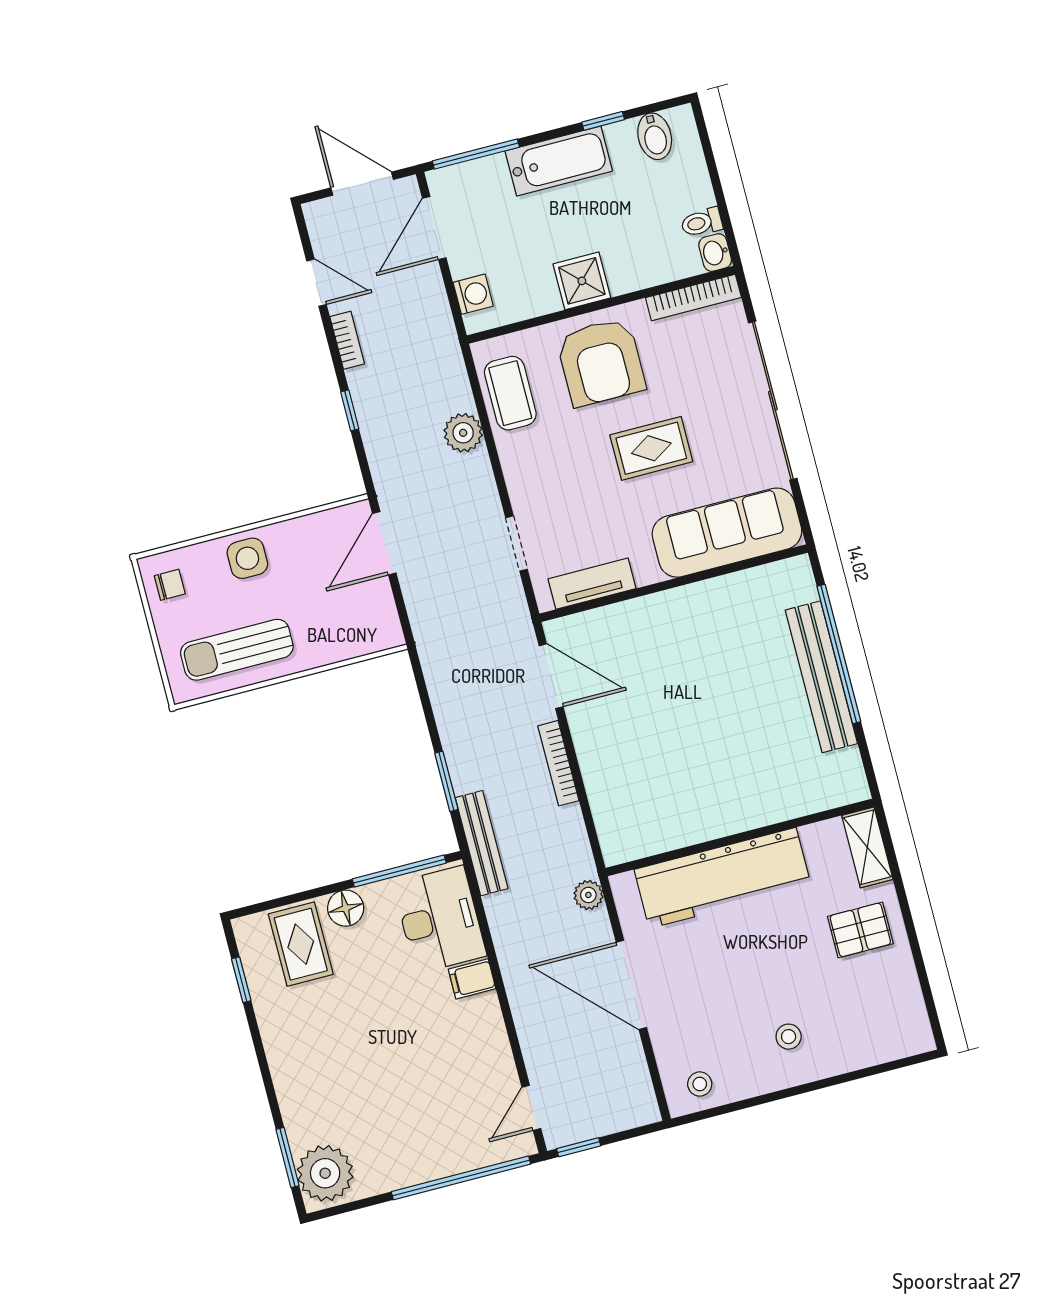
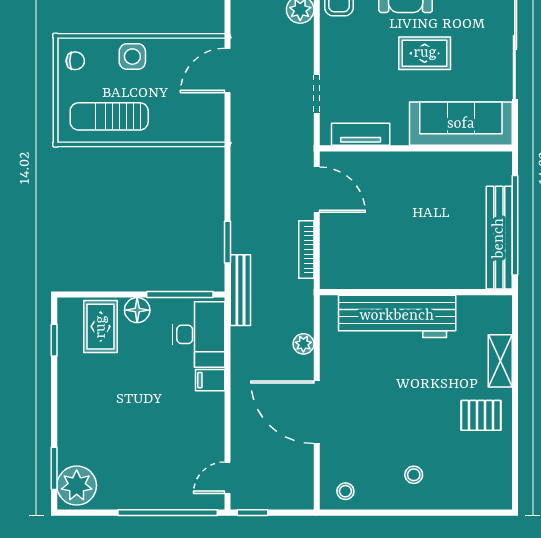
wall: (740, 837) -> (416, 292), moved
workbench: (723, 878) -> (397, 316), moved

